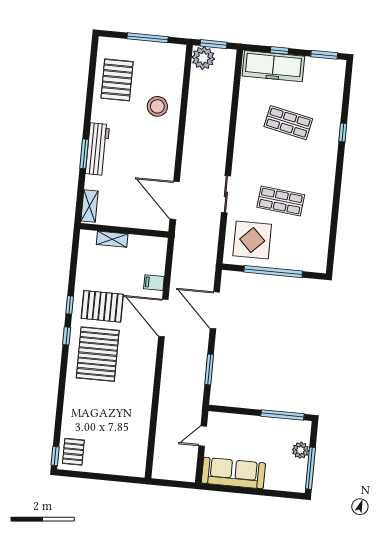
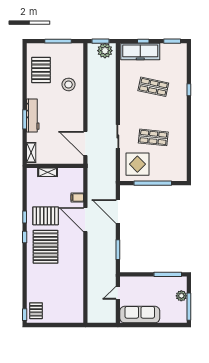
plant: (203, 58) -> (105, 51), moved

